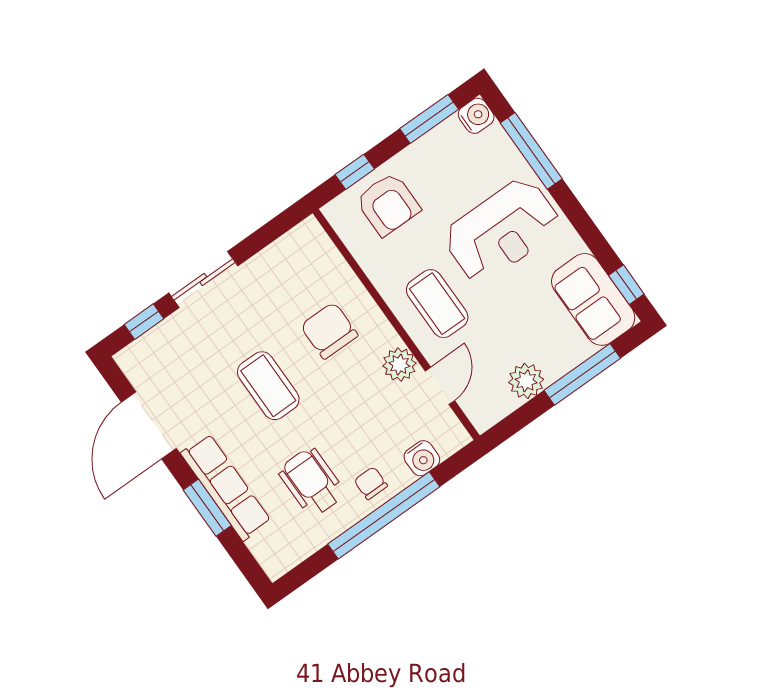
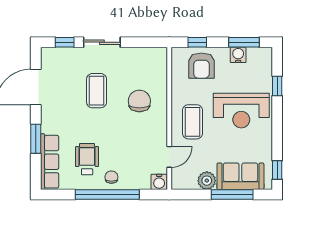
water cooler: (476, 116) -> (238, 55), moved, turned -90
window: (531, 151) -> (277, 86), width x0.46
sofa: (593, 299) -> (240, 176), moved, turned 90
plant: (399, 365) -> (159, 136), removed
coffee table: (268, 386) -> (97, 91), moved
water cooler: (422, 458) -> (159, 182), moved
row of seats: (226, 487) -> (50, 162), moved

